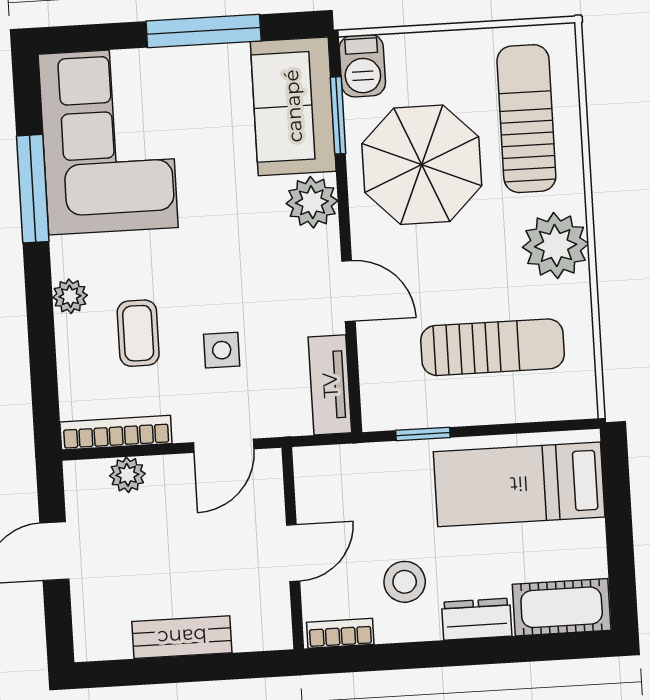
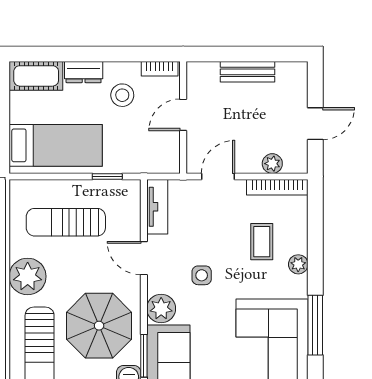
side table: (222, 350) -> (202, 275), moved

